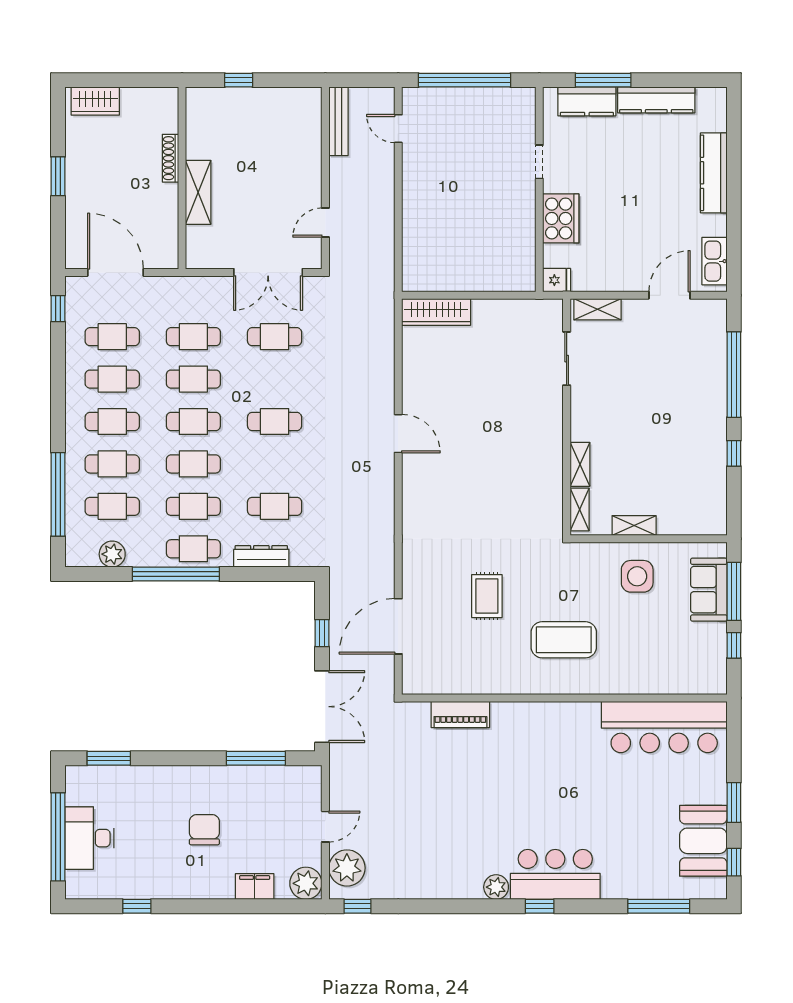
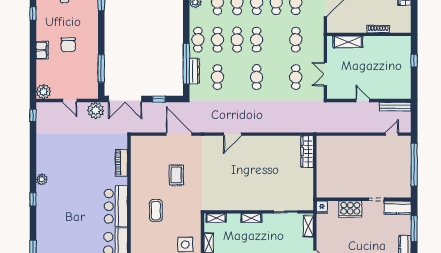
kitchen counter: (587, 101) -> (398, 208), moved, turned -90
shelving: (198, 192) -> (348, 42), moved
door: (325, 223) -> (363, 101), moved
double door: (268, 272) -> (325, 74), width x0.73
cafe table: (193, 379) -> (276, 40), removed
door: (398, 434) -> (232, 134), moved
shelving: (580, 464) -> (251, 218), moved
window: (176, 574) -> (186, 64), moved
rug: (487, 596) -> (176, 175), turned 90
door: (398, 626) -> (179, 134), moved
coffee table: (564, 640) -> (156, 211), width x0.73, depth x0.76
chair: (204, 830) -> (68, 45), turned 90
plant: (347, 868) -> (96, 111), moved
bar counter: (555, 874) -> (116, 206), moved, turned 180
filing cabinet: (255, 887) -> (42, 50), moved

